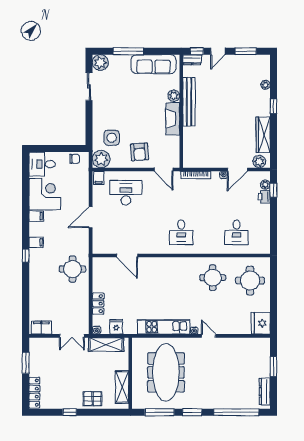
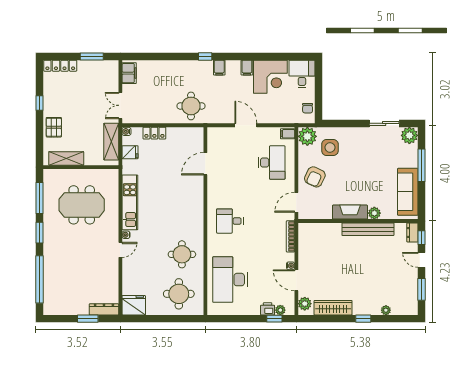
armchair: (140, 152) -> (315, 177), turned -61
desk: (237, 232) -> (230, 280), width x1.87, depth x1.30
meeting table: (166, 372) -> (82, 205), width x0.73
dresser: (265, 391) -> (104, 309), moved

